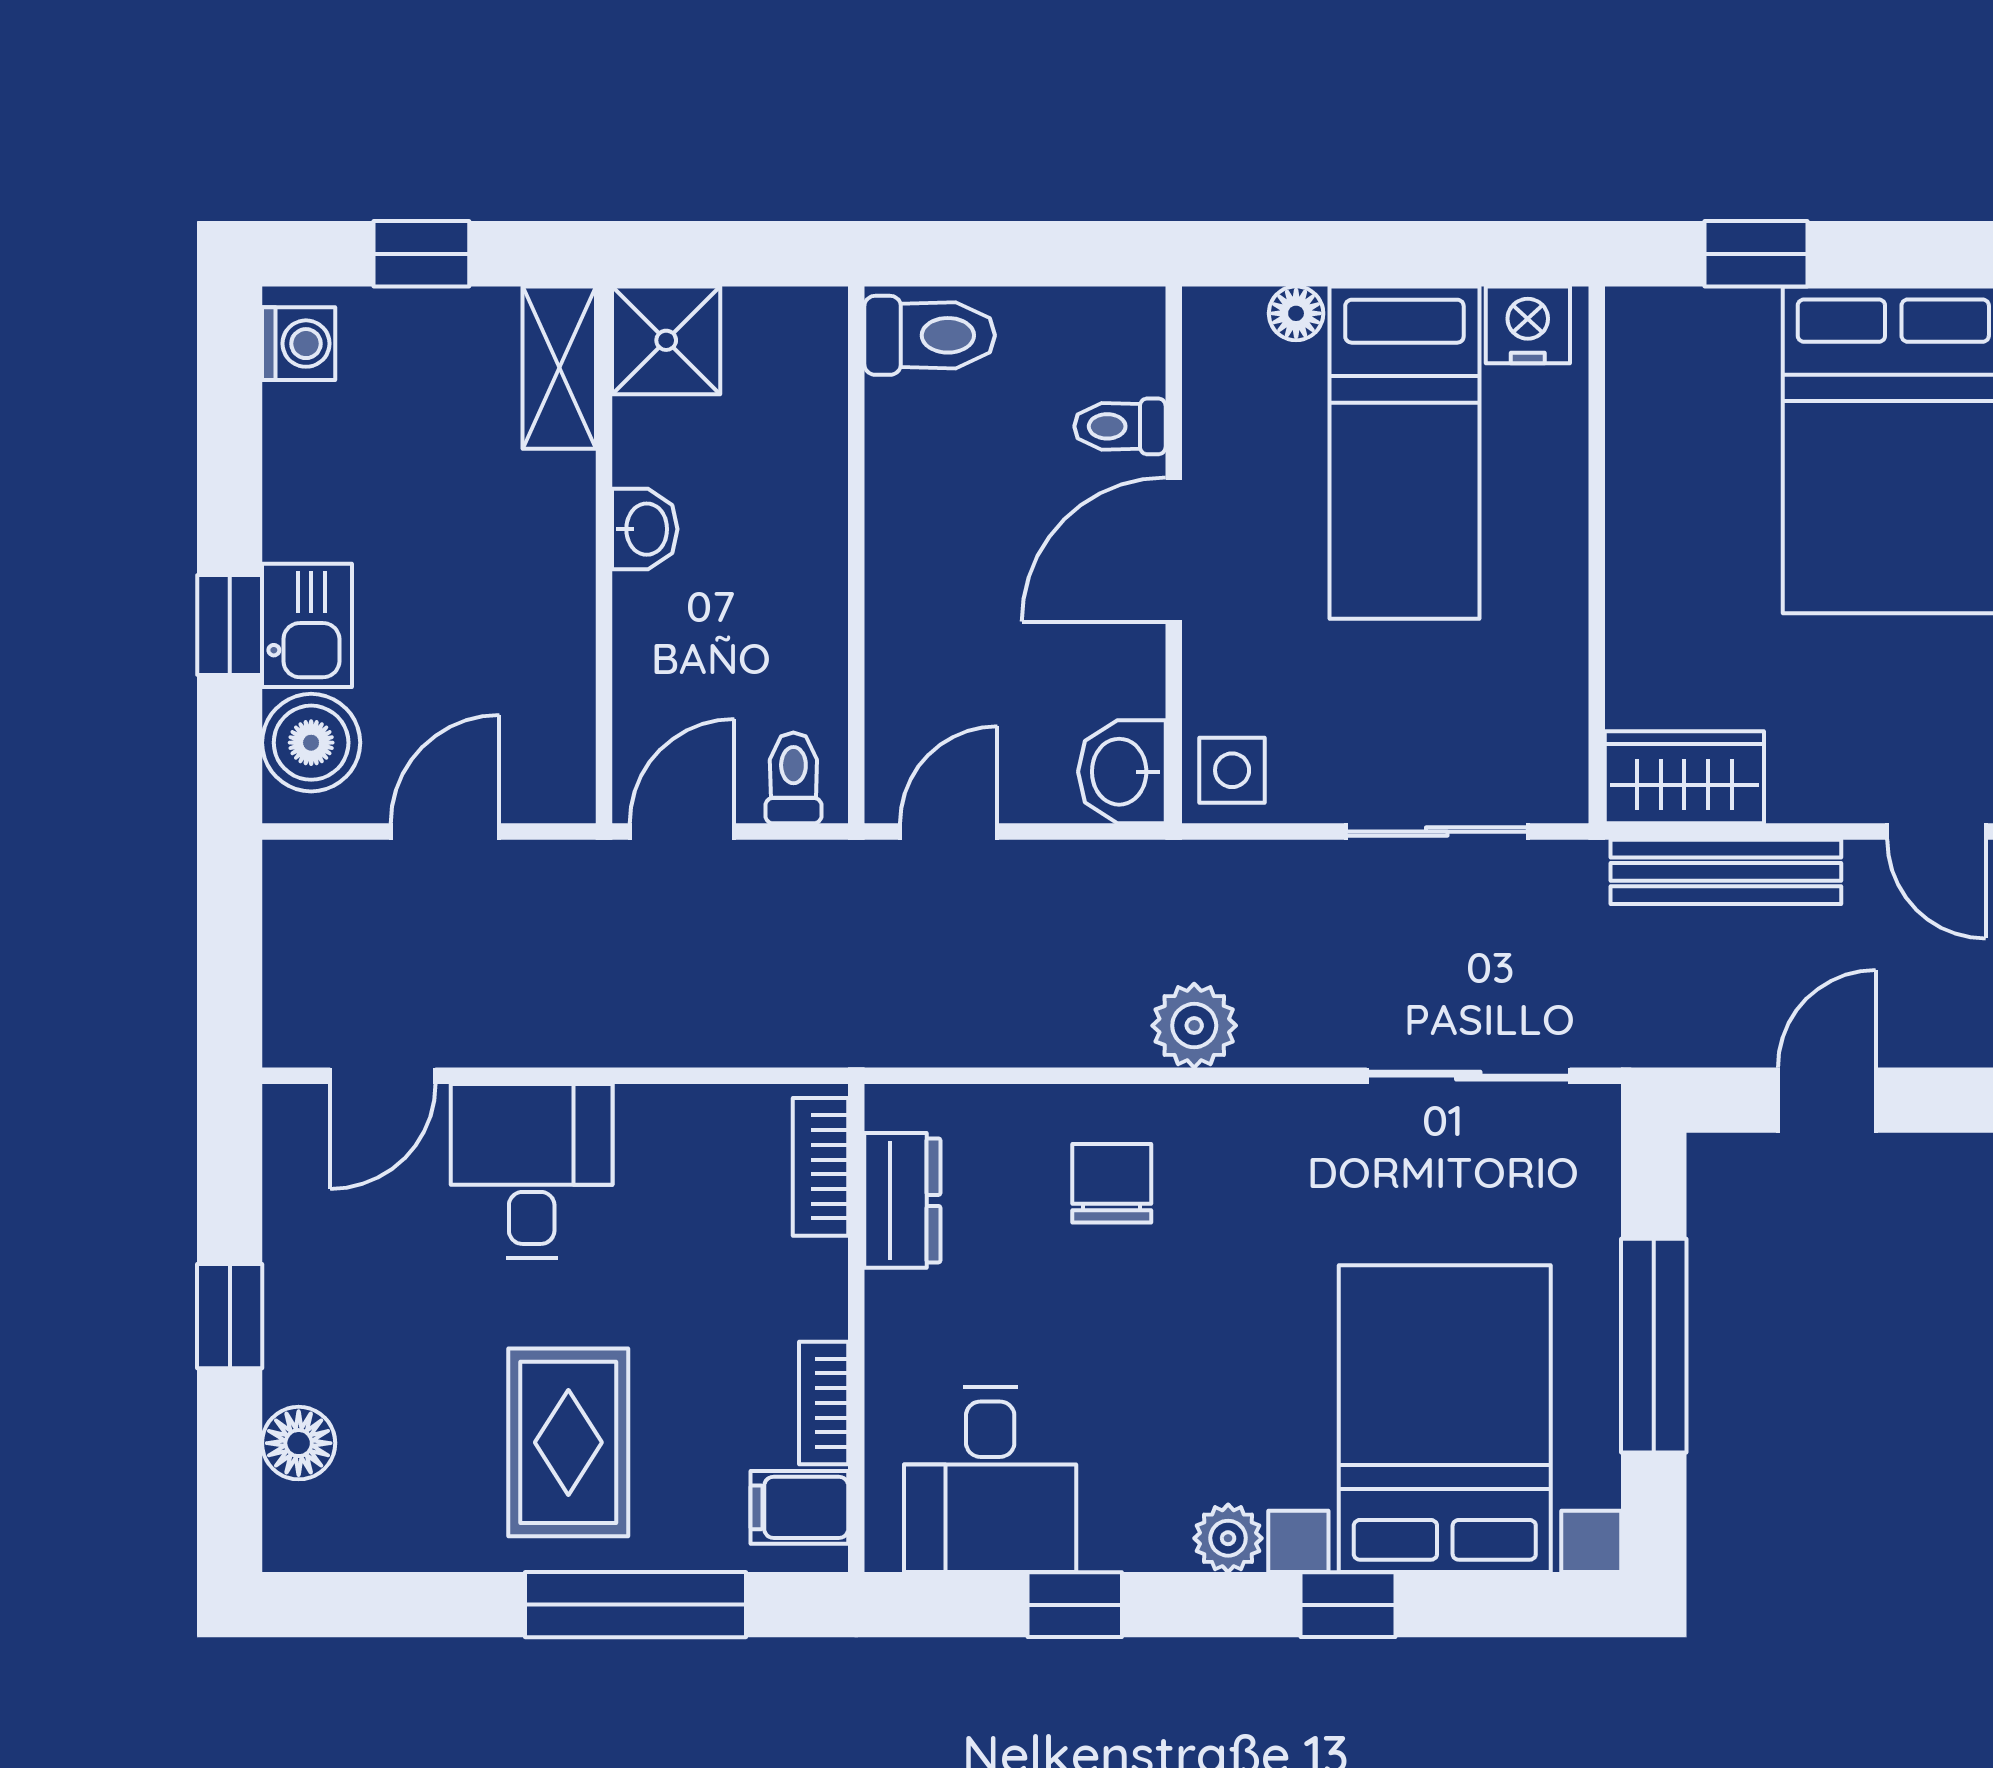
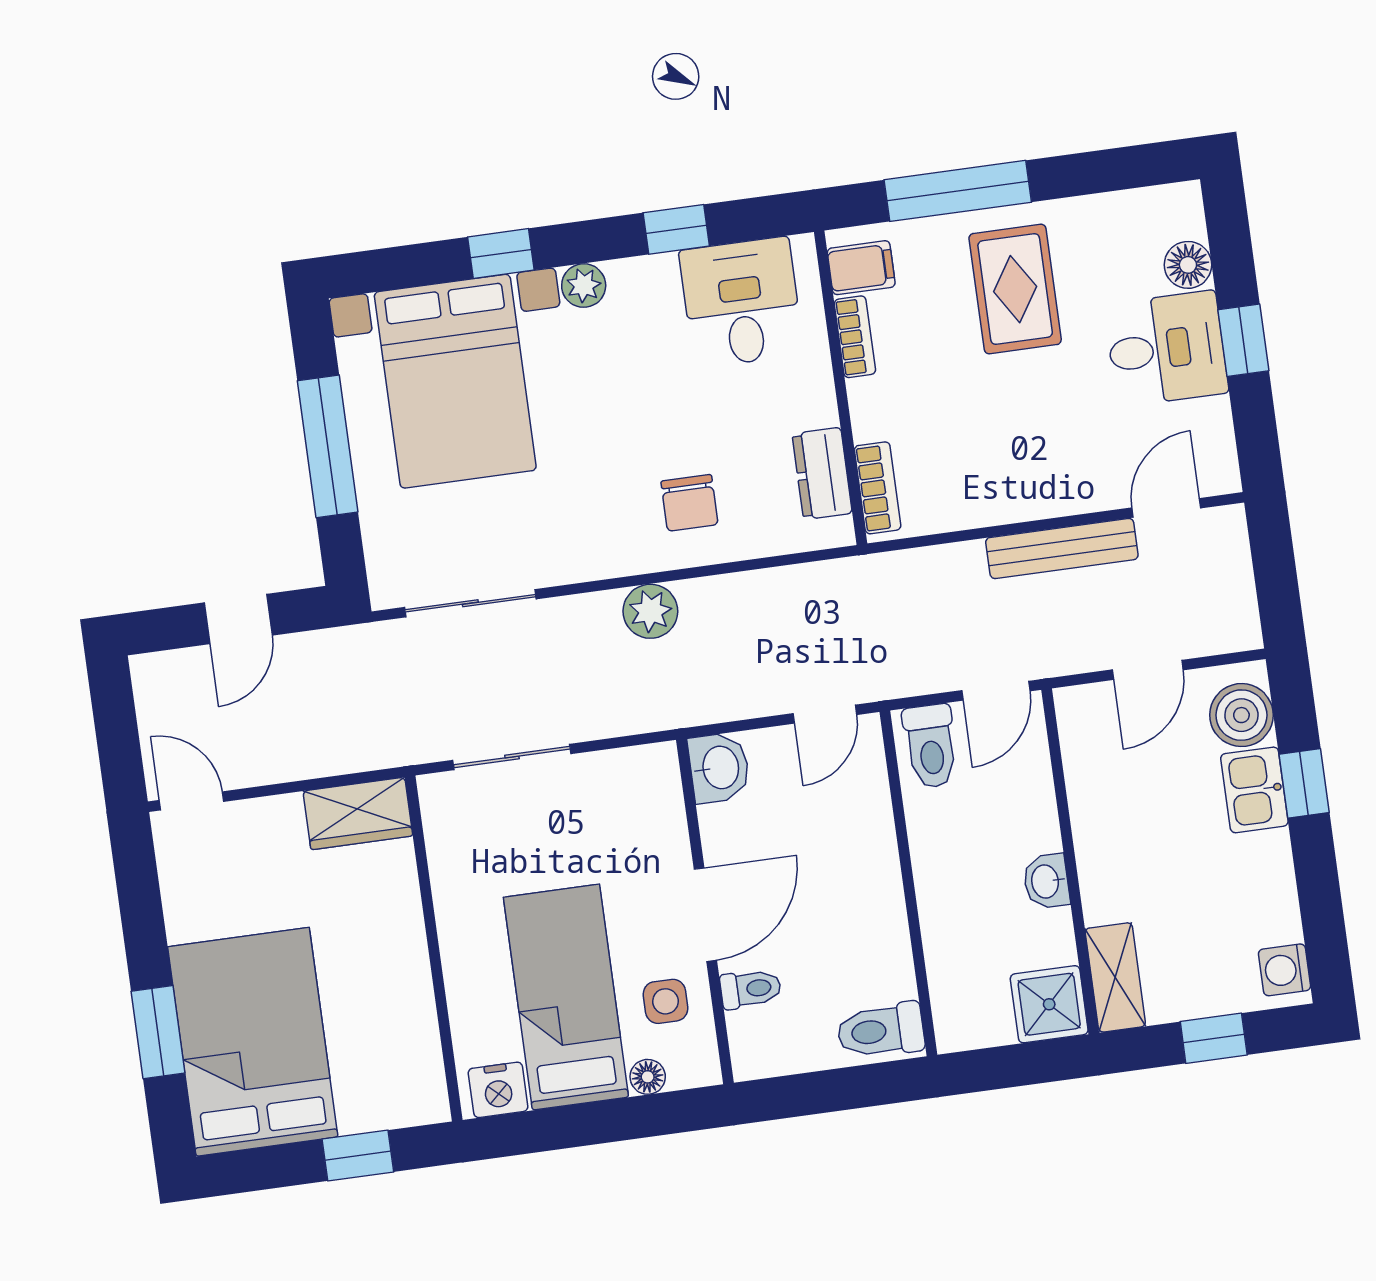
side table: (1232, 770) -> (666, 1001), moved
toilet: (793, 778) -> (931, 746), width x1.37, depth x1.39
bench: (1726, 872) -> (1062, 549), moved
desk: (532, 1171) -> (1166, 349), moved, turned -90

